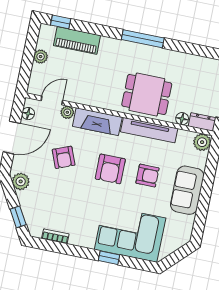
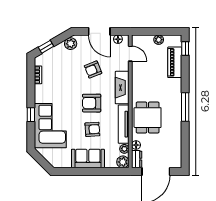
plant: (67, 112) -> (124, 149), moved
armchair: (147, 176) -> (92, 129), turned -94

